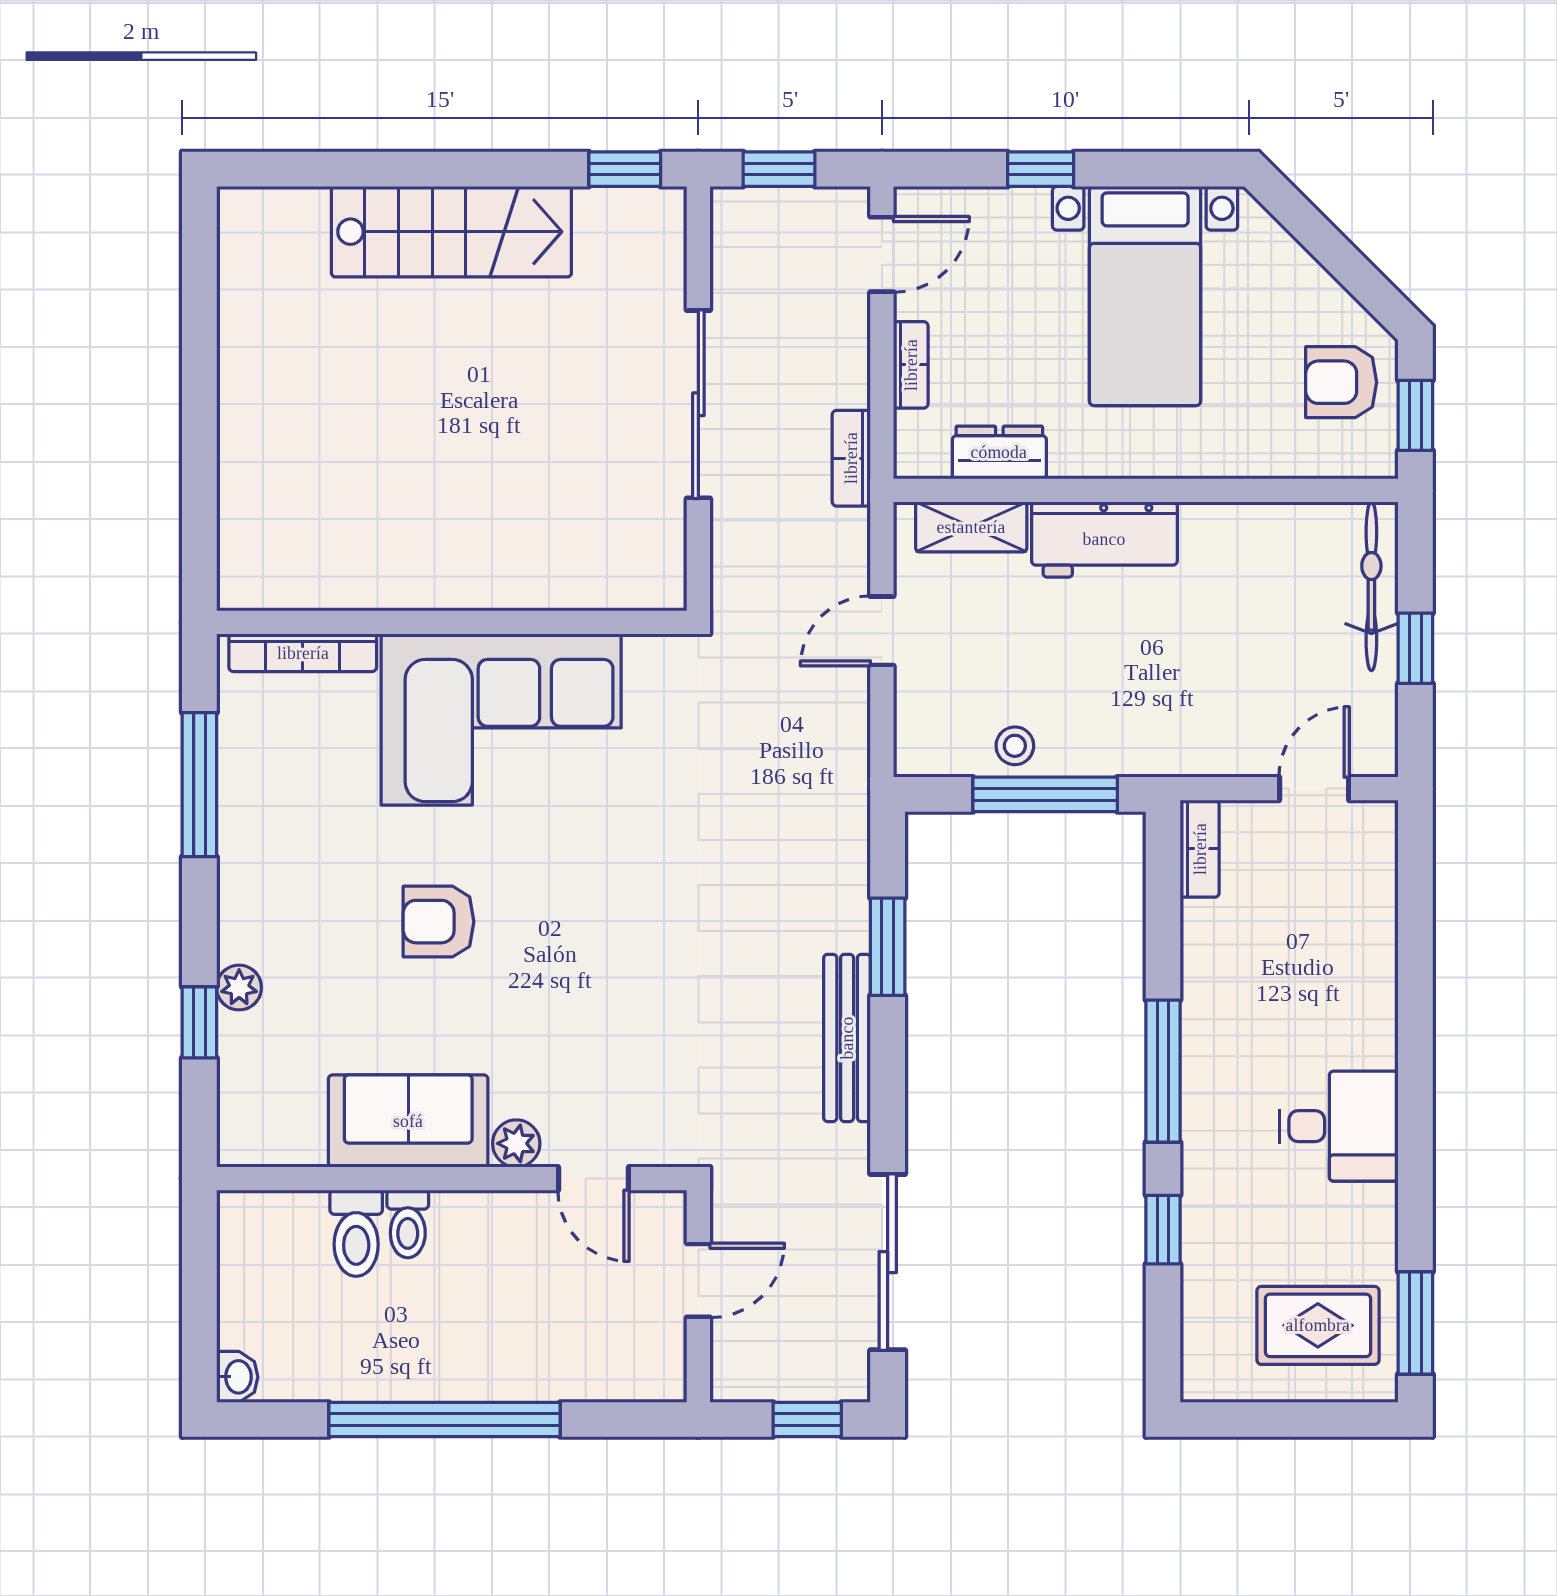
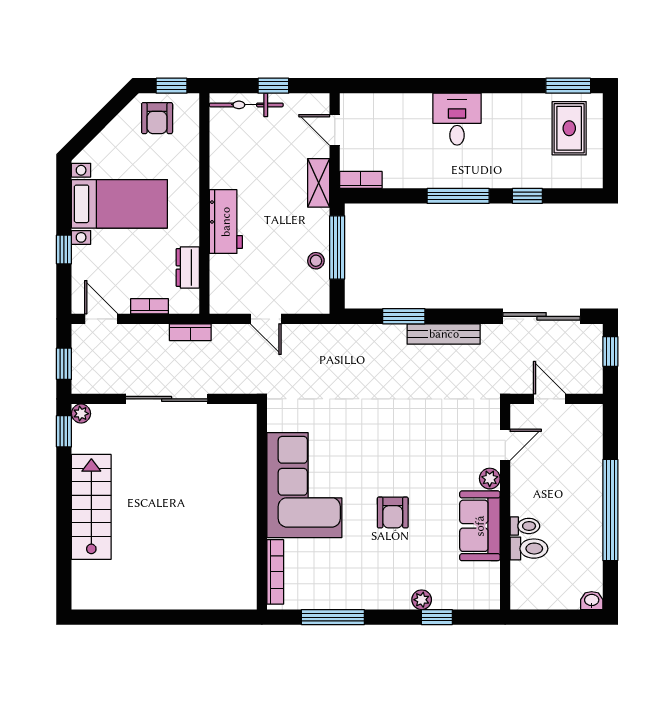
plant: (665, 208) -> (81, 414), added
shelving: (971, 527) -> (319, 183), moved
desk: (1339, 1126) -> (457, 119), moved

